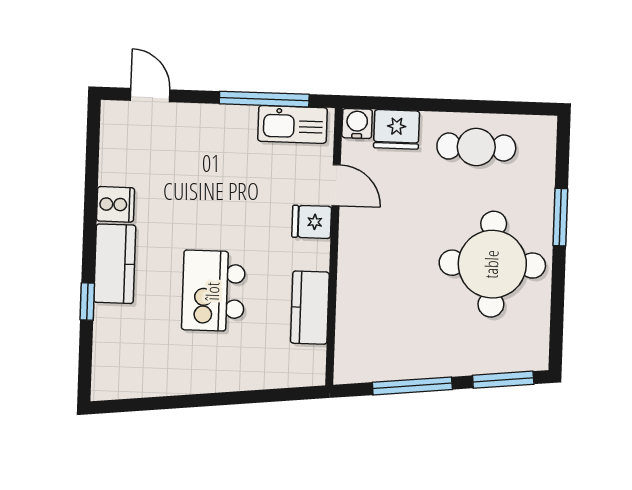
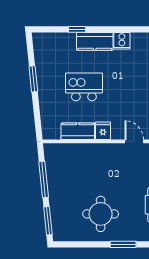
door: (336, 185) -> (134, 141), swing flipped
fridge: (312, 222) -> (103, 131), moved
round table: (492, 264) -> (101, 214), width x0.73, depth x0.73
window: (192, 401) -> (33, 79), added

